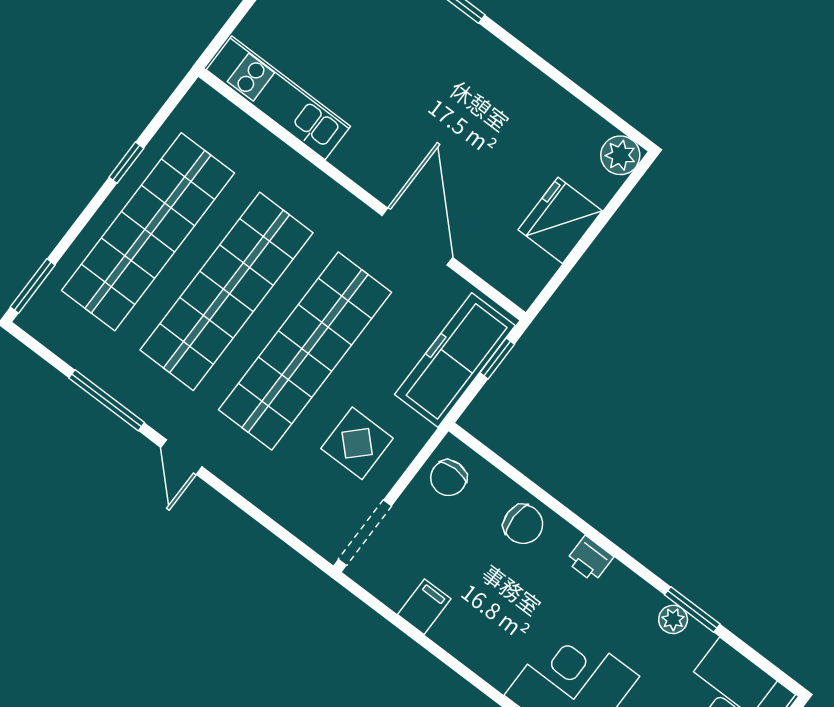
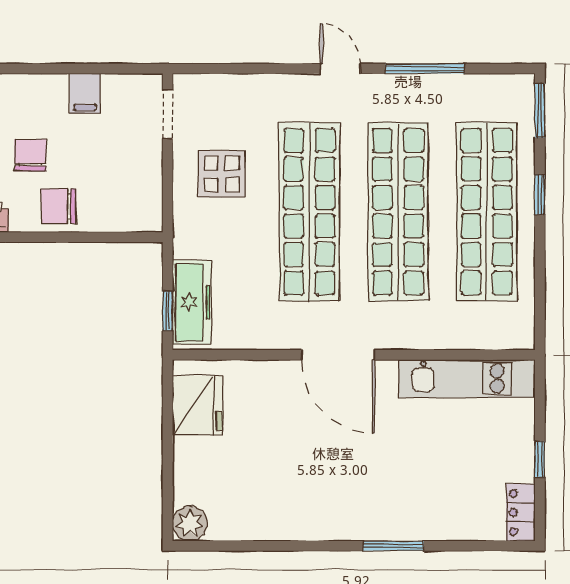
window: (126, 163) -> (540, 195), moved
fridge: (560, 220) -> (198, 405), moved
door: (417, 237) -> (338, 355), moved
freezer: (455, 360) -> (192, 302), width x0.73, depth x0.79
chair: (449, 478) -> (30, 155), moved
doorway: (365, 533) -> (168, 114), width x0.73

